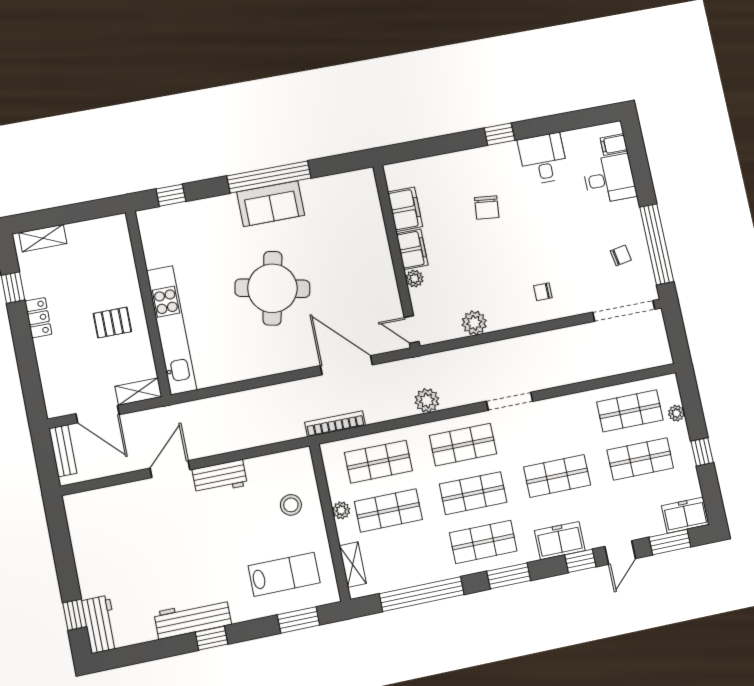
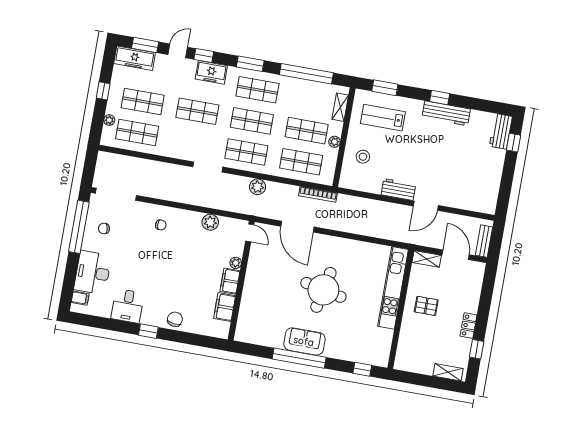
desk: (609, 179) -> (93, 273), width x1.37
chair: (487, 207) -> (175, 319), moved
freezer: (685, 515) -> (135, 58), width x1.40

